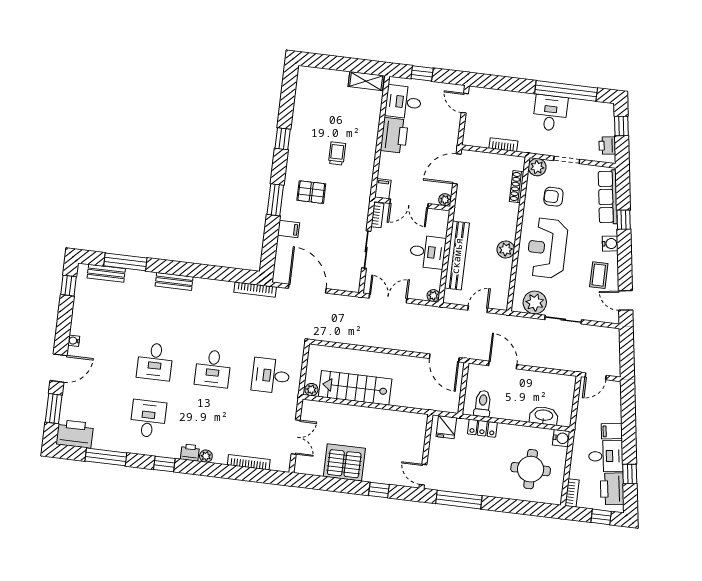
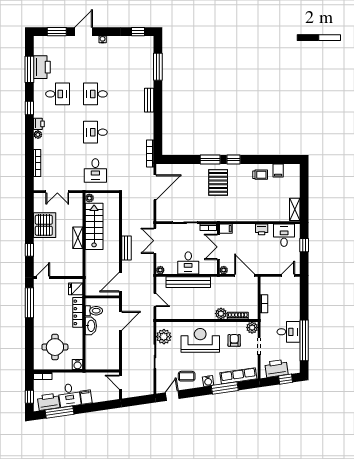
printer: (394, 135) -> (262, 229), width x0.53, depth x0.68
window: (283, 139) -> (234, 160), moved
printer: (607, 146) -> (276, 368), width x1.87, depth x1.48
trolley: (337, 153) -> (260, 175), moved
pallet: (311, 192) -> (218, 182), width x1.50, depth x1.42
window: (624, 220) -> (225, 388), width x2.17
filing cabinet: (289, 229) -> (278, 170), moved
plant: (506, 250) -> (221, 314), moved
bench: (106, 273) -> (126, 248), moved
double door: (388, 298) -> (155, 241), swing flipped
door: (58, 368) -> (84, 32), swing flipped
desk: (271, 376) -> (95, 170), turned 180
shelving: (369, 414) -> (78, 238), added
washbasin: (544, 416) -> (91, 326), moved
locker: (482, 428) -> (78, 312), width x1.53
printer: (75, 434) -> (42, 67), moved
window: (630, 474) -> (60, 412), width x2.17

